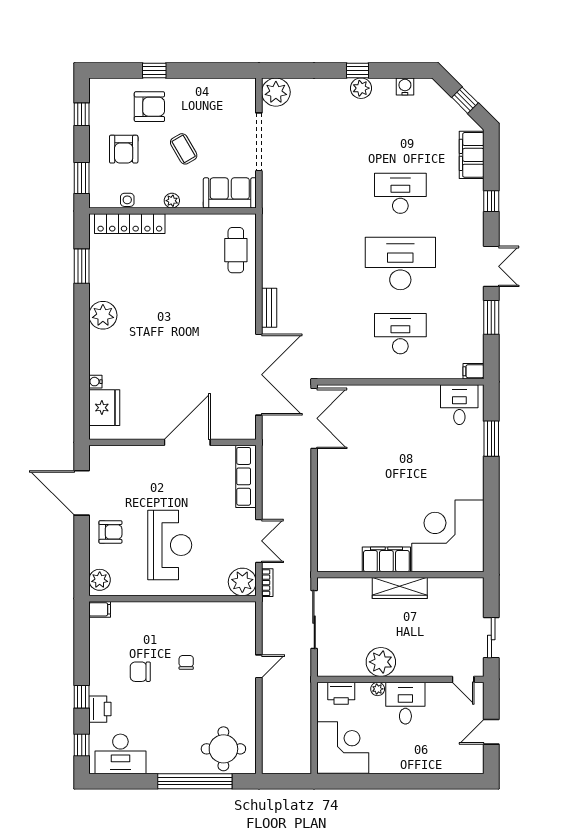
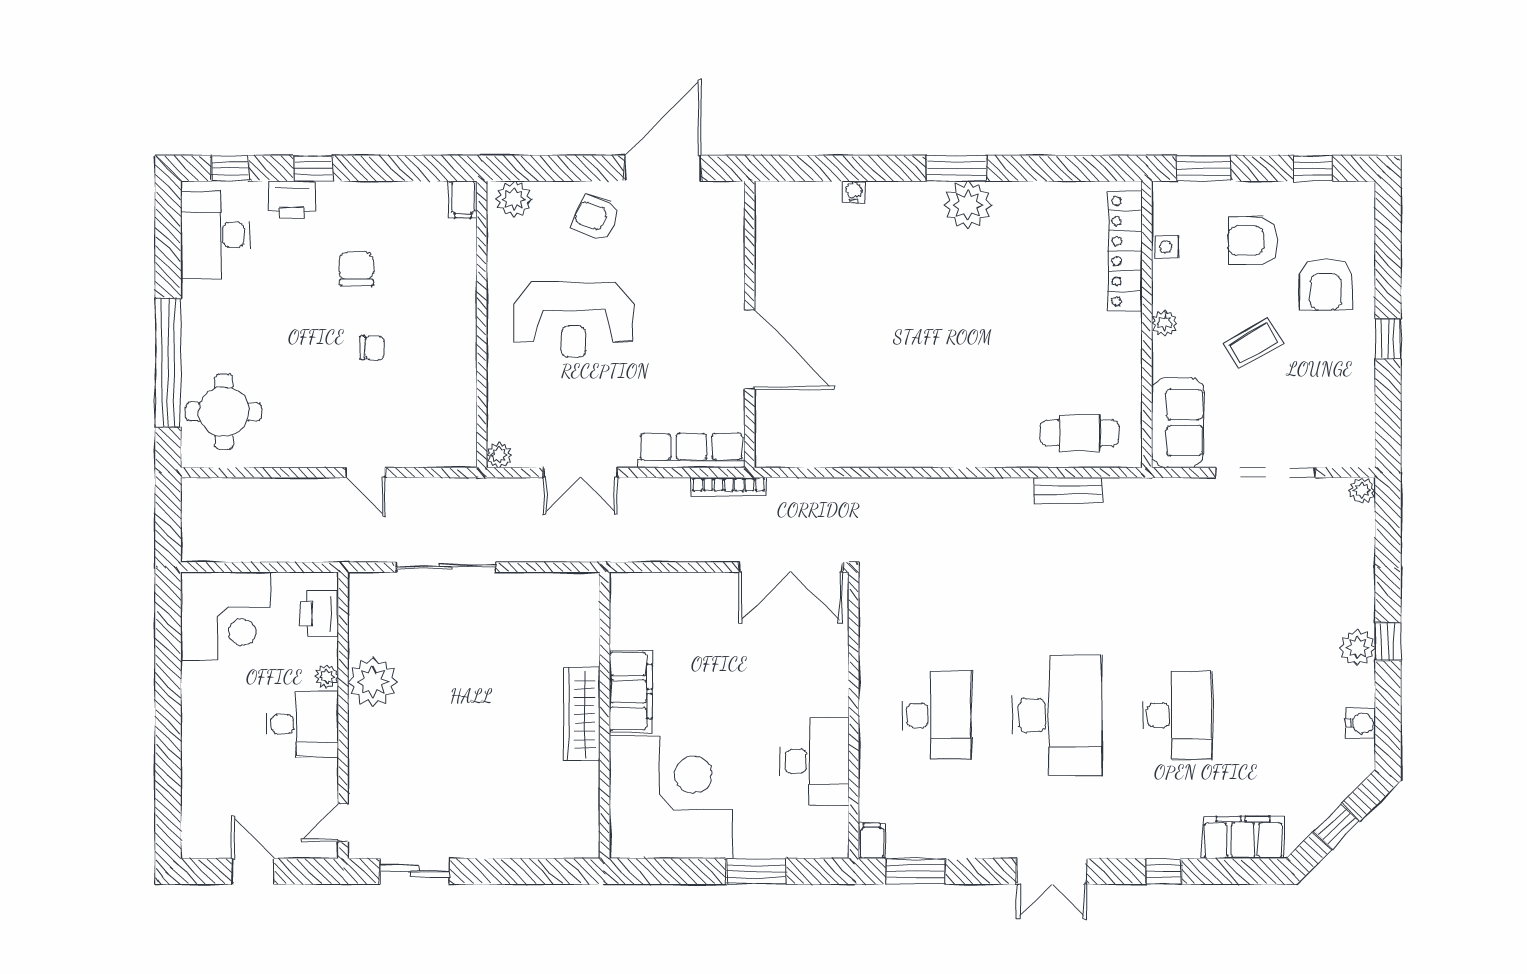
window: (154, 70) -> (1388, 339), moved
plant: (276, 92) -> (1362, 490), width x0.53, depth x0.53
window: (82, 266) -> (957, 168), moved
bench: (269, 308) -> (1068, 490), moved
window: (491, 317) -> (915, 871), moved
double door: (259, 375) -> (866, 473), removed
desk: (459, 405) -> (815, 761), moved, width x1.37
fridge: (104, 408) -> (809, 207), removed
armchair: (110, 532) -> (596, 218), turned 111
corner desk: (448, 536) -> (671, 797), moved
filing cabinet: (386, 559) -> (631, 691), moved
wall: (400, 575) -> (605, 715), moved
plant: (242, 582) -> (499, 455), width x0.53, depth x0.53
bookcase: (267, 583) -> (729, 487), moved, width x1.56
wardrobe: (400, 588) -> (582, 714), moved

